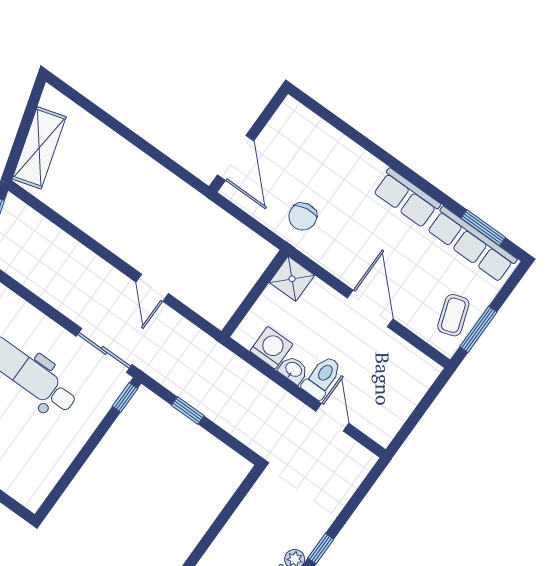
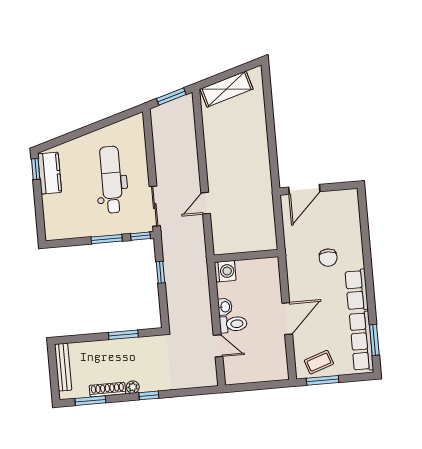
chair: (303, 217) -> (328, 258), moved, turned -80
shower: (292, 279) -> (269, 268), removed
washing machine: (271, 348) -> (225, 271), moved
door: (332, 417) -> (218, 346), hinge flipped
window: (94, 440) -> (107, 239), added
window: (224, 517) -> (123, 335), added

